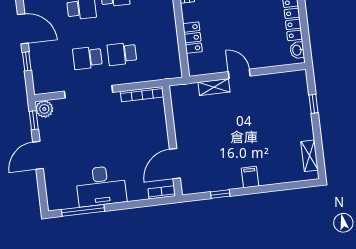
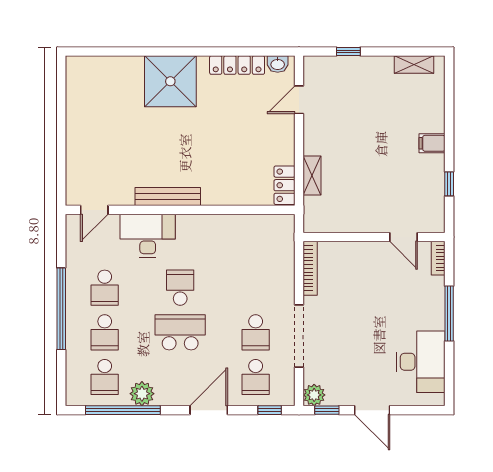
locker: (193, 38) -> (284, 185), moved, turned -90
school desk: (122, 54) -> (256, 377), moved
window: (27, 61) -> (270, 410), moved
door: (239, 74) -> (299, 100), moved
door: (175, 164) -> (403, 237), width x0.73
desk: (101, 186) -> (421, 362), moved
window: (83, 210) -> (449, 314), moved

